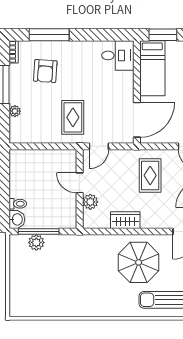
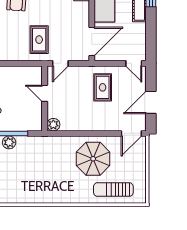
plant: (90, 202) -> (53, 125), moved
wardrobe: (125, 220) -> (82, 124), removed

